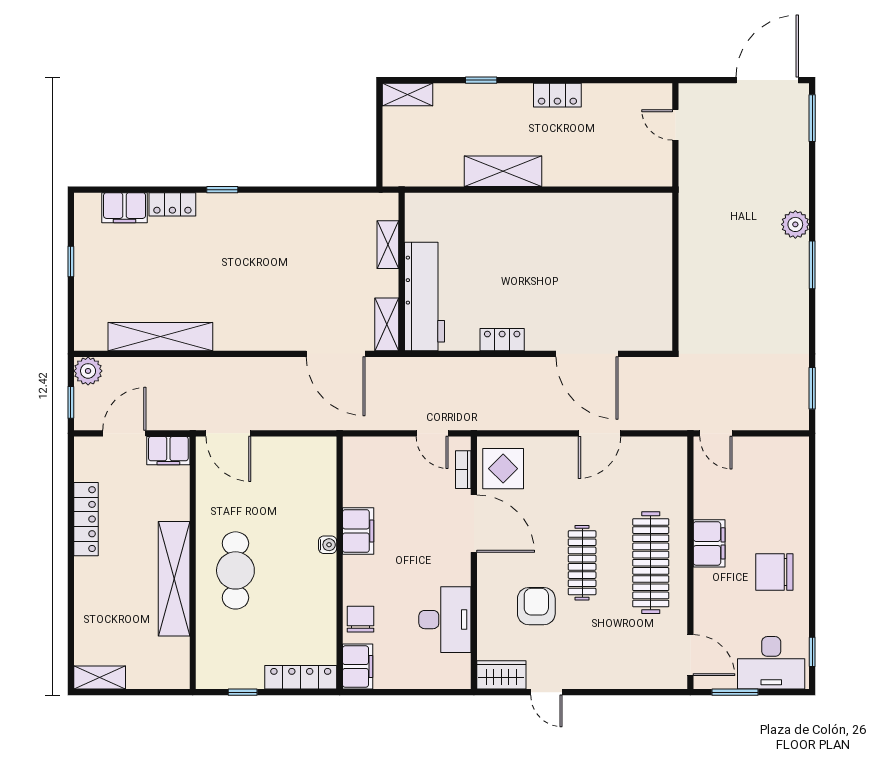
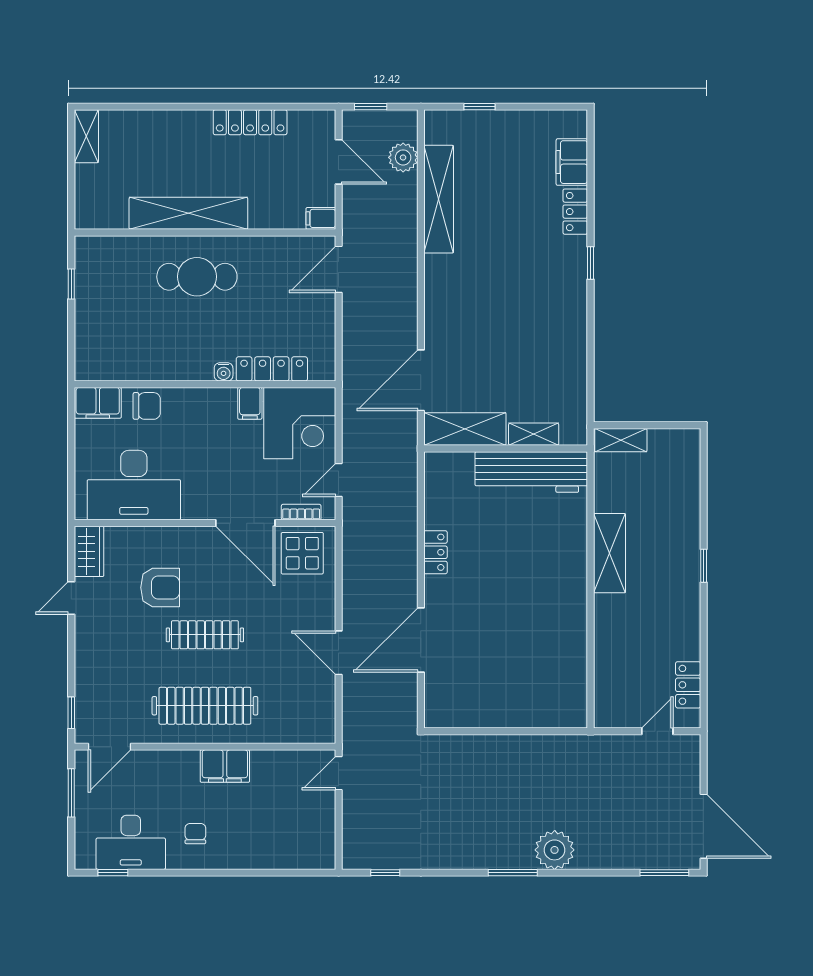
window: (481, 80) -> (704, 566), moved
shelving: (408, 94) -> (621, 440), moved, turned 90
locker: (557, 95) -> (688, 685), moved
plant: (795, 224) -> (555, 850), width x1.36, depth x1.36
window: (71, 262) -> (479, 107), moved
workbench: (425, 296) -> (531, 472), moved
shelving: (387, 324) -> (465, 429), width x1.50, depth x1.33
plant: (88, 371) -> (403, 157), moved
window: (812, 388) -> (385, 873), width x0.67
filing cabinet: (168, 451) -> (321, 218), width x0.50
corner desk: (377, 471) -> (300, 423), added
door: (474, 524) -> (245, 523), hinge flipped
filing cabinet: (358, 531) -> (250, 403), width x0.50
chair: (774, 572) -> (195, 834), width x0.54, depth x0.54
desk: (445, 620) -> (134, 485), width x1.36, depth x1.30
desk: (771, 663) -> (131, 842), moved, turned -90
locker: (301, 677) -> (272, 369), moved, turned -90
window: (657, 692) -> (71, 713), added

